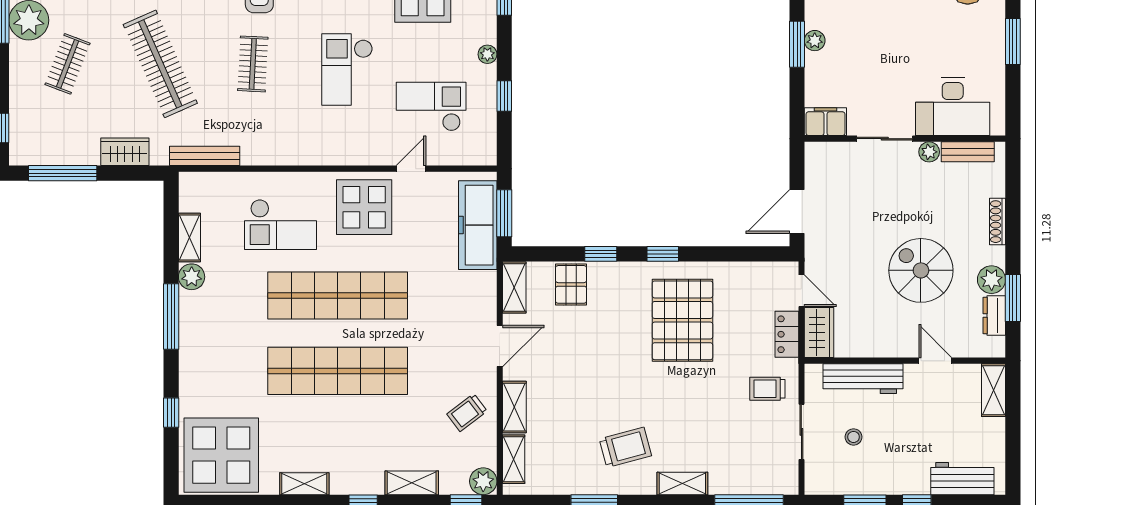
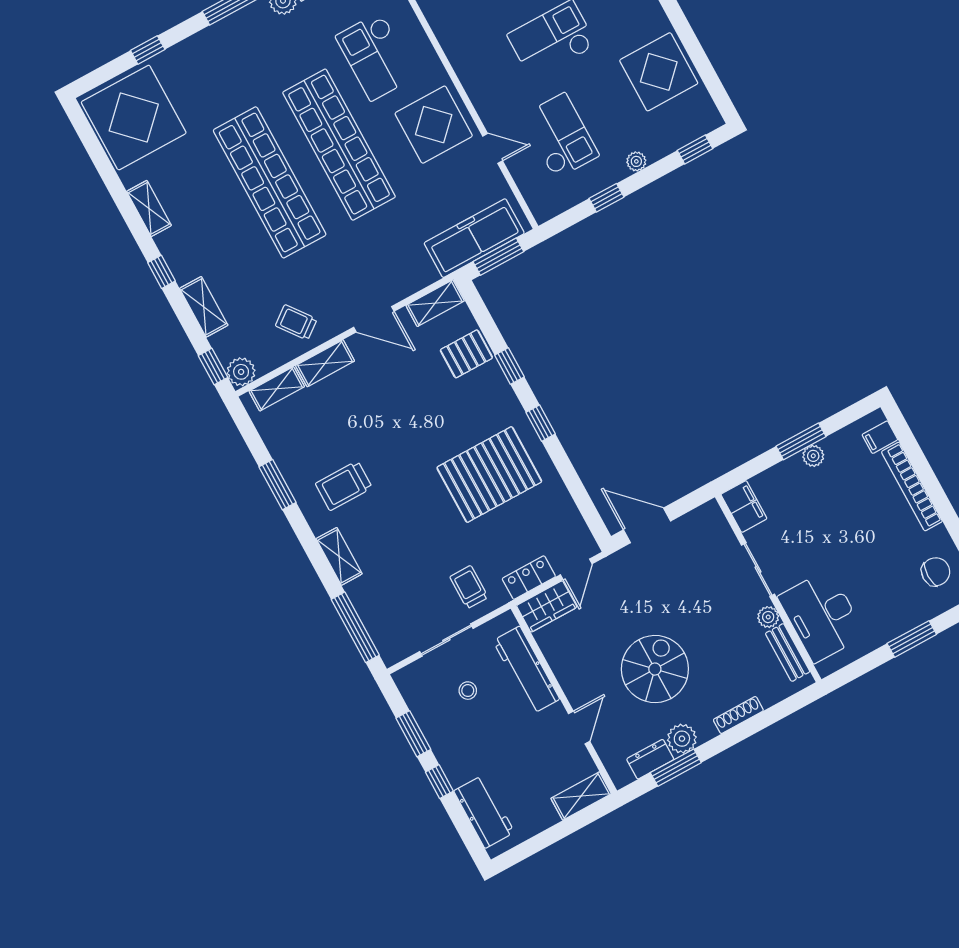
trolley: (625, 447) -> (344, 486), turned 105

